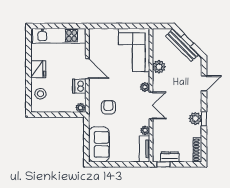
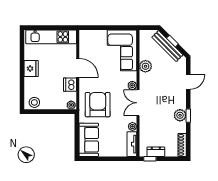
stool: (40, 94) -> (34, 102), moved
double door: (151, 105) -> (138, 103), swing flipped
armchair: (108, 107) -> (98, 105), width x1.88, depth x1.88

